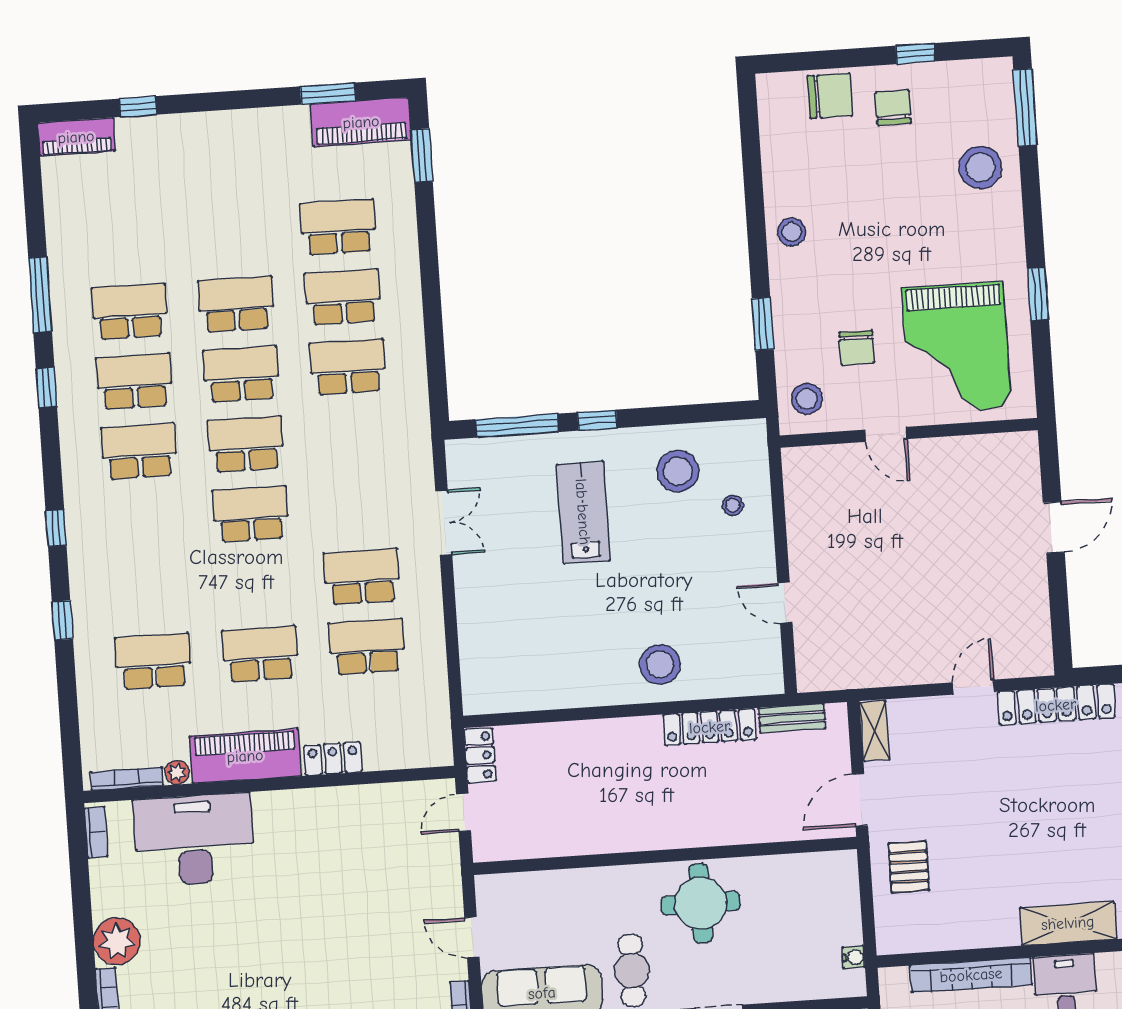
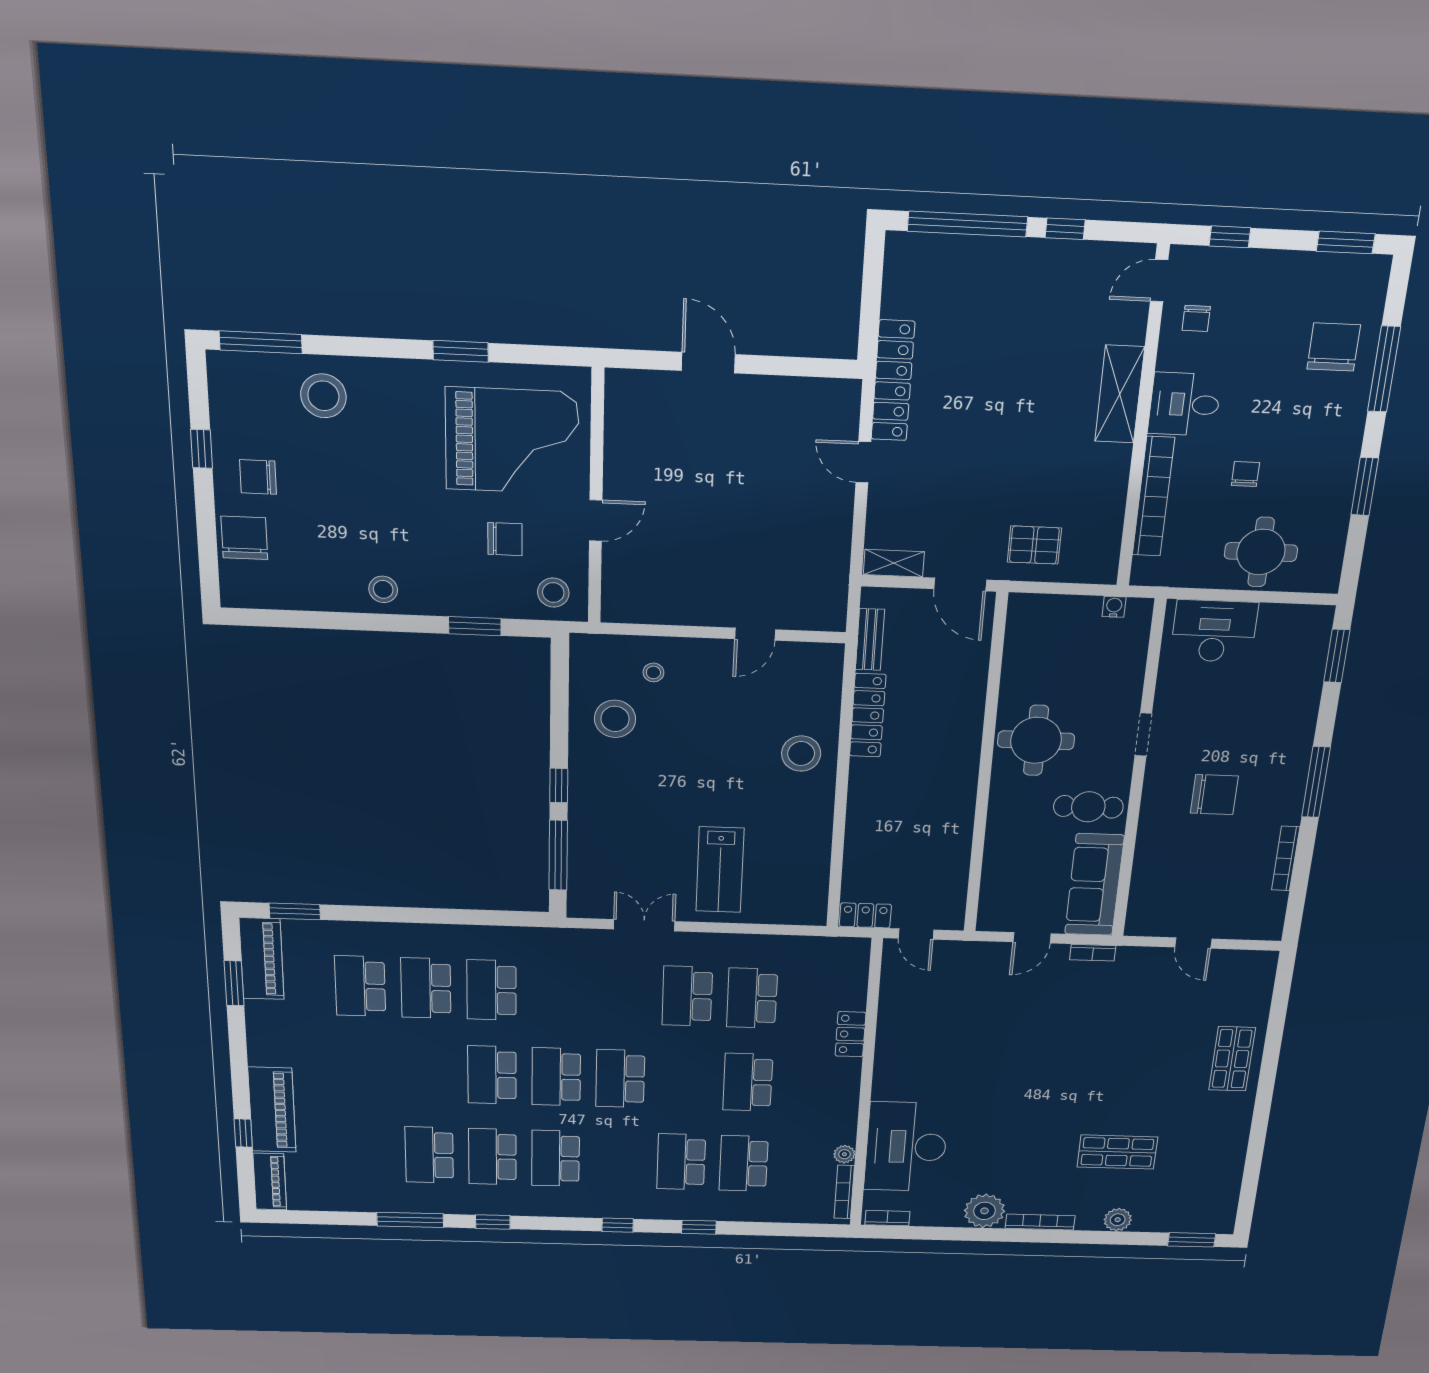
school desk: (236, 304) -> (681, 1162), moved
lab bench: (583, 512) -> (720, 870), moved, turned -90
piano: (245, 756) -> (272, 1110), moved, turned 180

